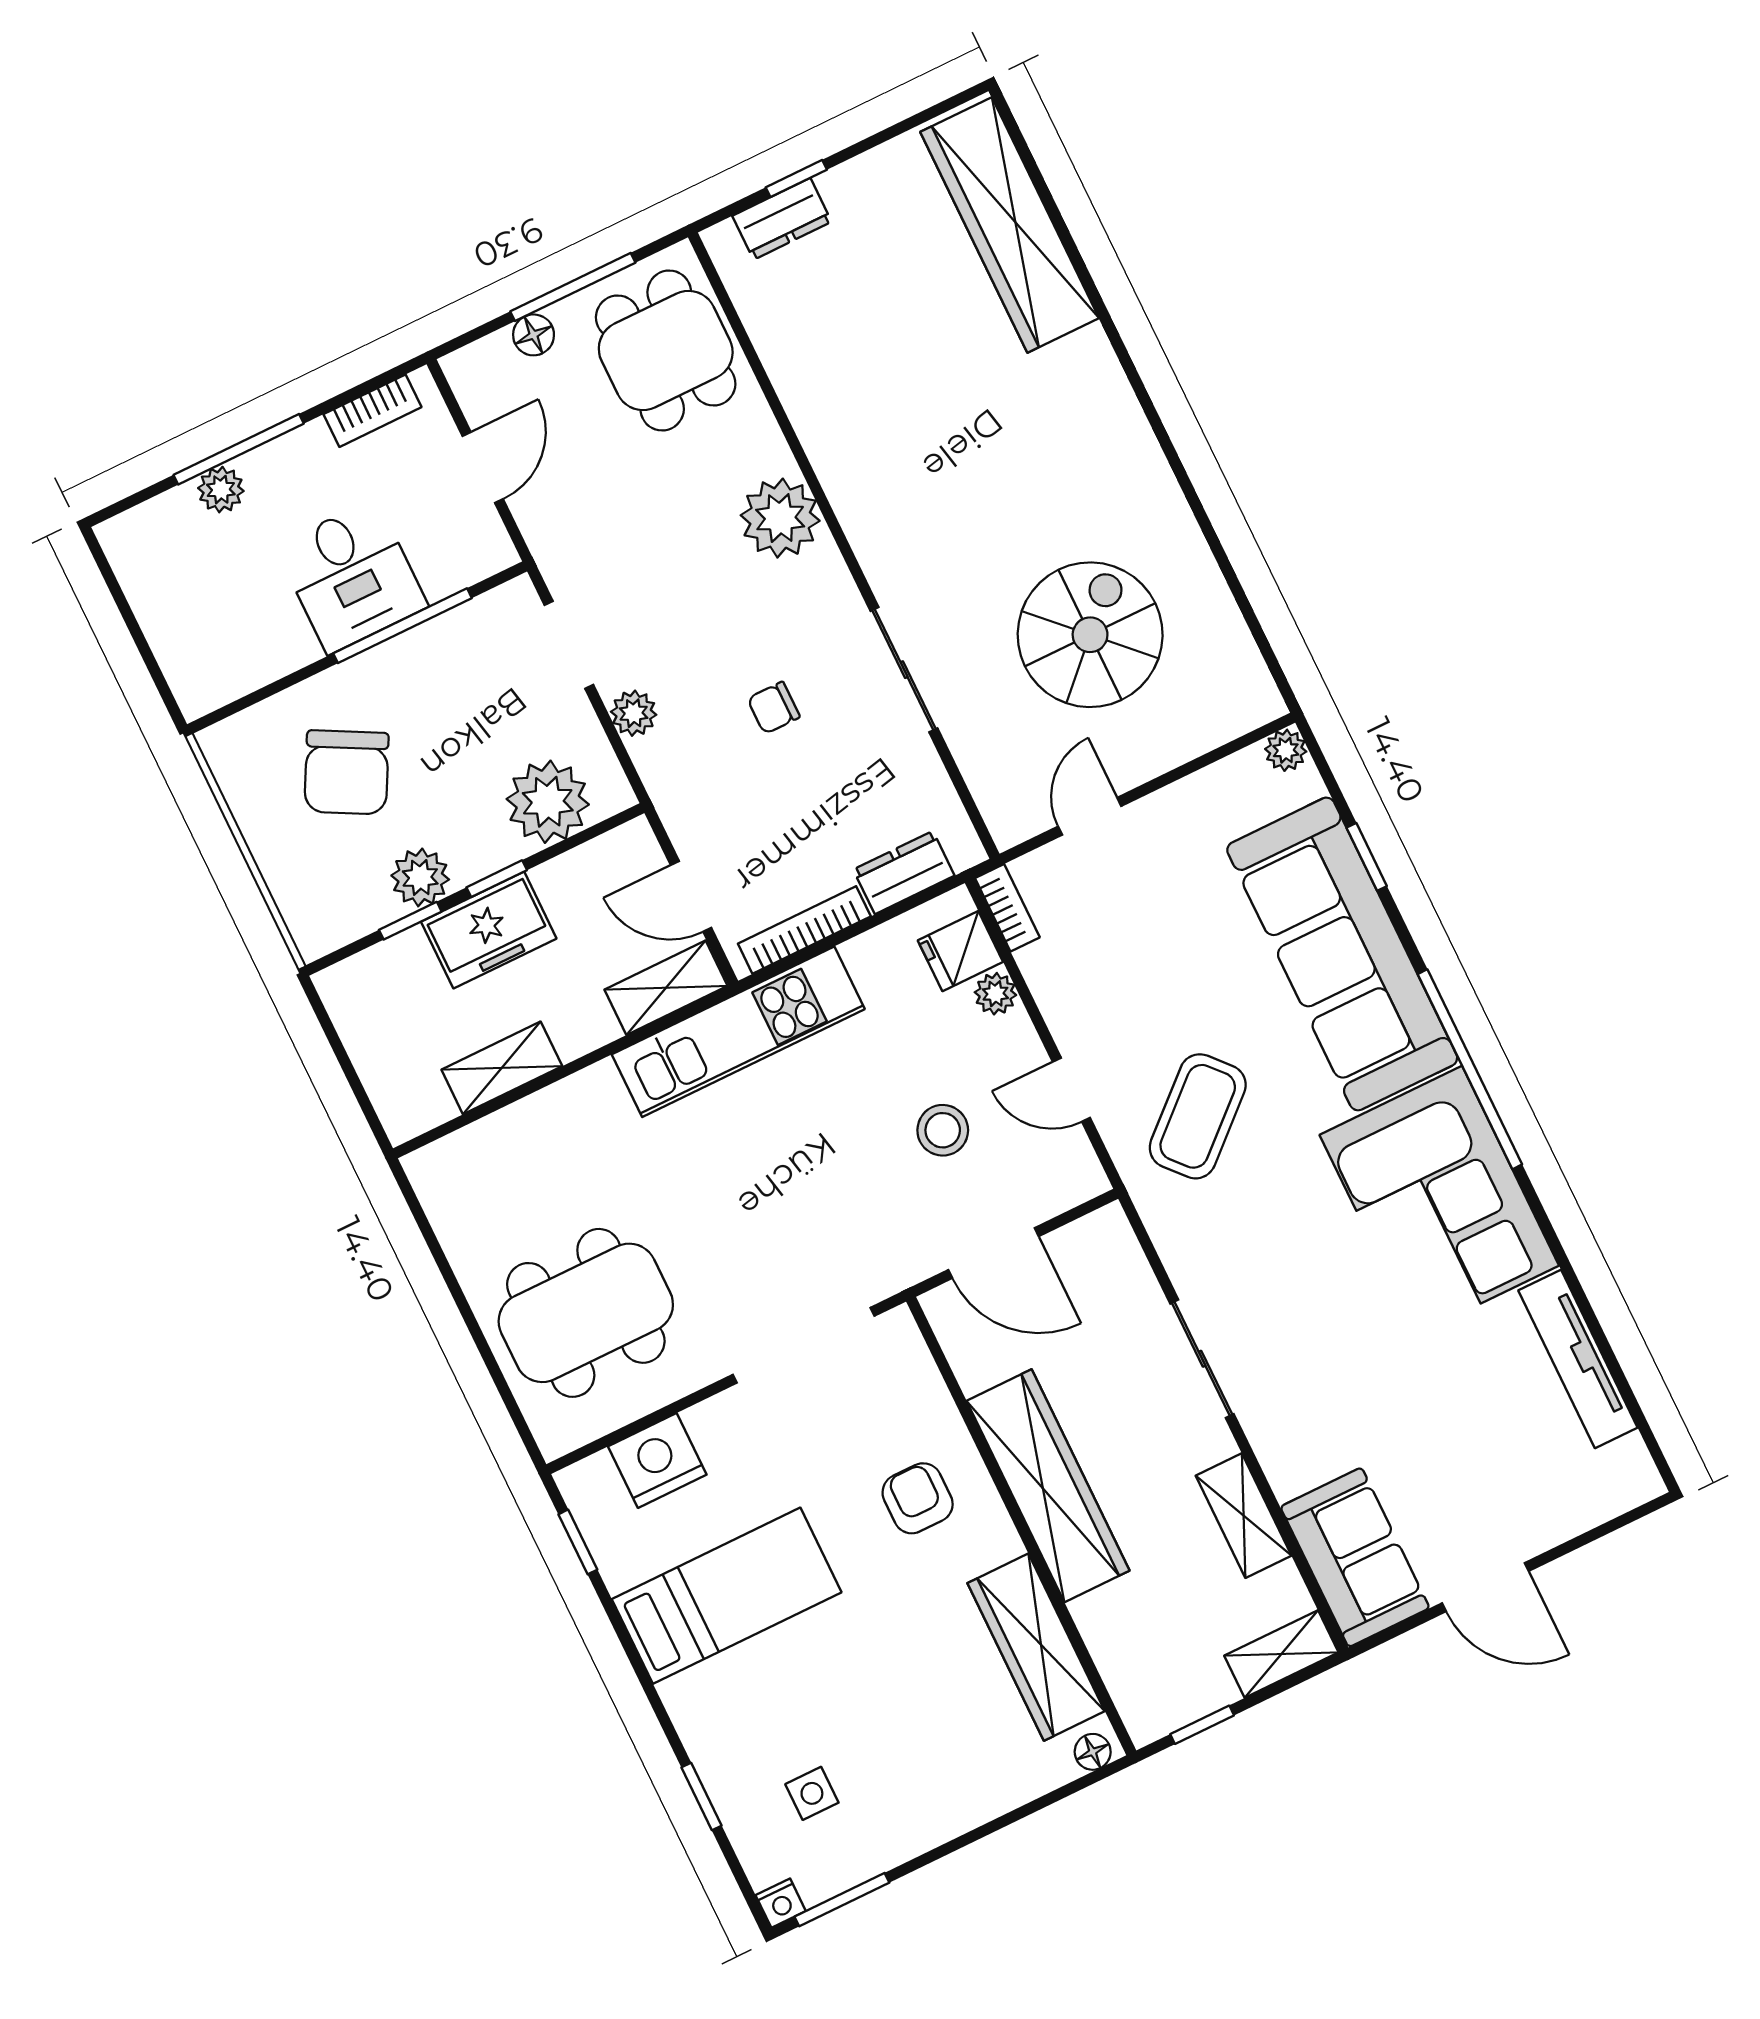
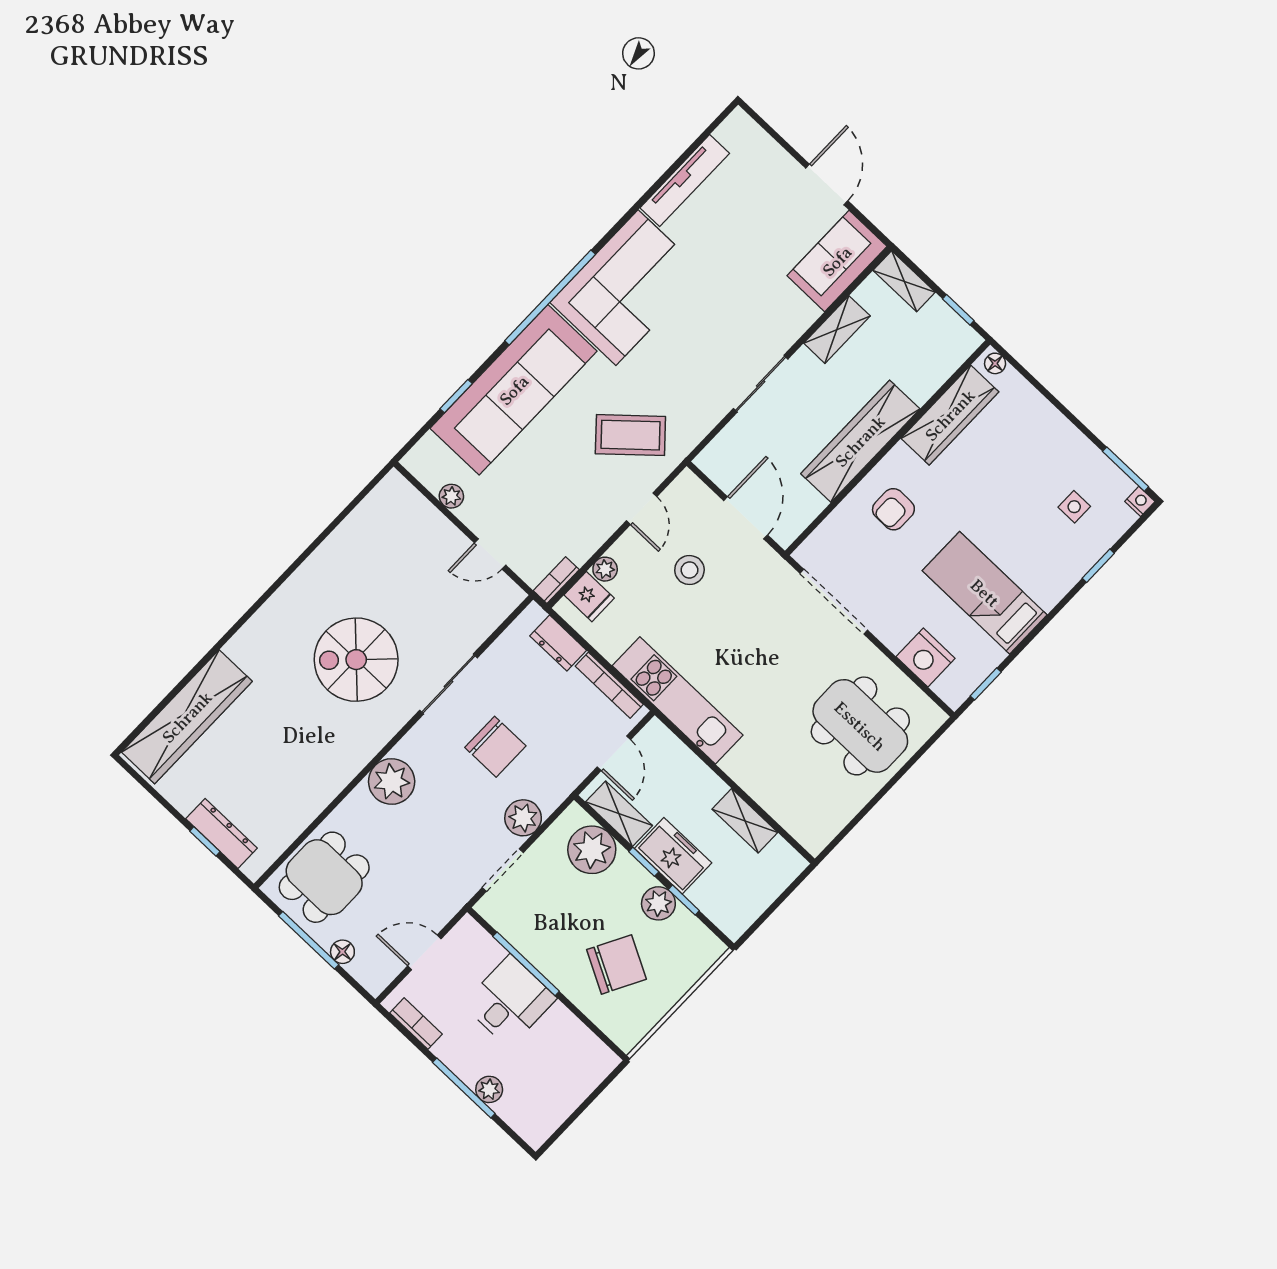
dresser: (782, 219) -> (222, 833), width x1.44
spiral stairs: (1090, 635) -> (356, 660), moved
chair: (774, 708) -> (495, 747), width x1.87, depth x1.87
plant: (634, 713) -> (523, 818), width x1.38, depth x1.38
plant: (1286, 750) -> (451, 496), moved
shelving: (666, 988) -> (619, 814), moved

